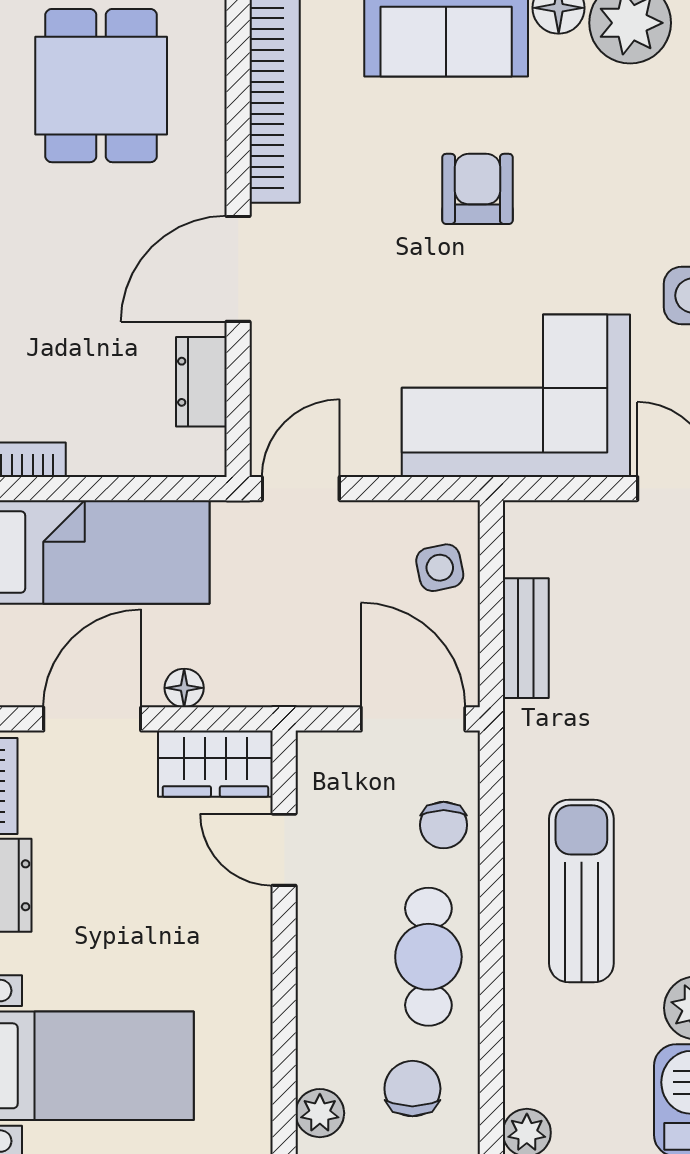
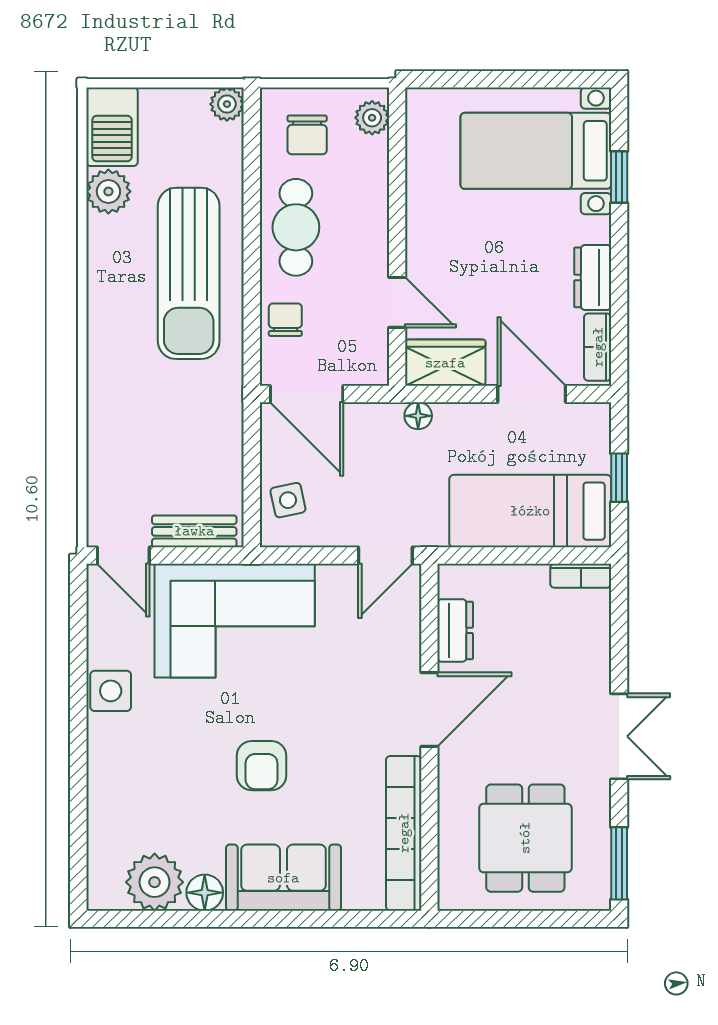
bench: (526, 638) -> (194, 531), moved, turned 90
floor lamp: (184, 688) -> (418, 416), moved
door: (92, 719) -> (532, 394), swing flipped
sun lounger: (581, 891) -> (189, 273), width x1.36, depth x1.34

